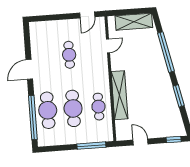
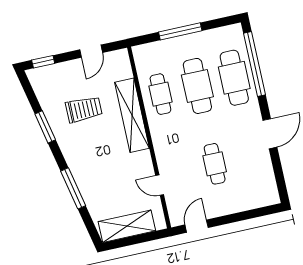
door: (108, 46) -> (160, 185), hinge flipped
window: (166, 52) -> (73, 188), width x0.68
trolley: (151, 104) -> (84, 109), added
door: (141, 142) -> (91, 51), hinge flipped
window: (91, 146) -> (180, 31), moved

